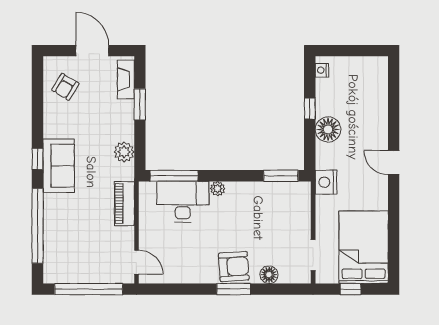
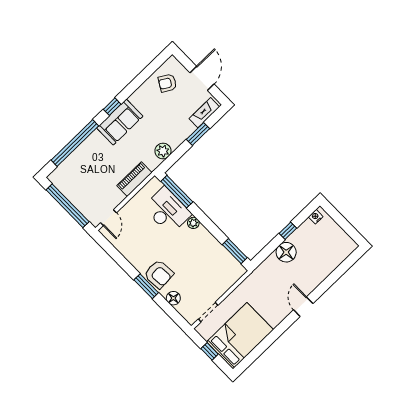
nightstand: (326, 182) -> (256, 280), removed

